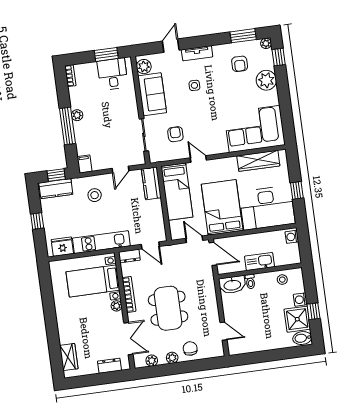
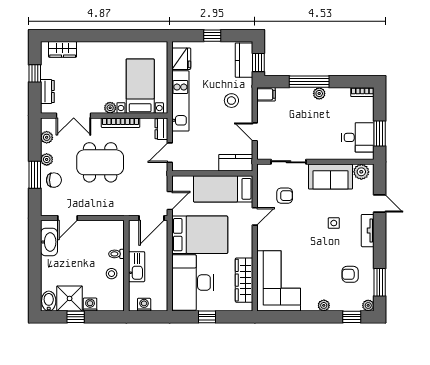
plant: (266, 80) -> (324, 305), width x0.53, depth x0.53
washing machine: (292, 237) -> (144, 305), moved
stool: (282, 280) -> (112, 274), moved
washbasin: (232, 285) -> (49, 242), moved, turned 180
window: (188, 367) -> (35, 175), added
window: (94, 380) -> (35, 73), added

